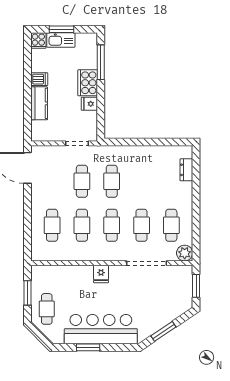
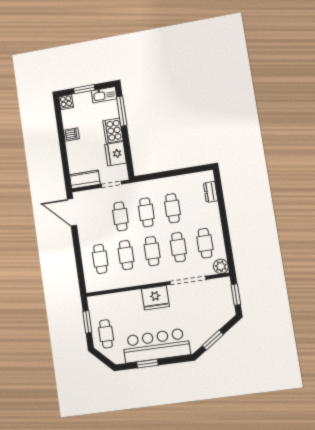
kitchen sink: (61, 40) -> (104, 95), moved
kitchen counter: (39, 103) -> (85, 179), moved, turned -90
fridge: (89, 104) -> (116, 154), width x1.88, depth x1.34
cafe table: (142, 181) -> (172, 208), added
fridge: (101, 274) -> (155, 298), width x1.88, depth x1.34

